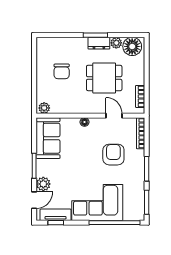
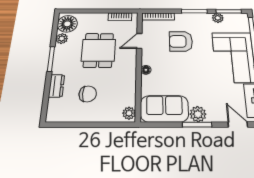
dresser: (99, 43) -> (56, 86), moved
plant: (43, 184) -> (198, 114), moved
plant: (139, 191) -> (218, 18), added

